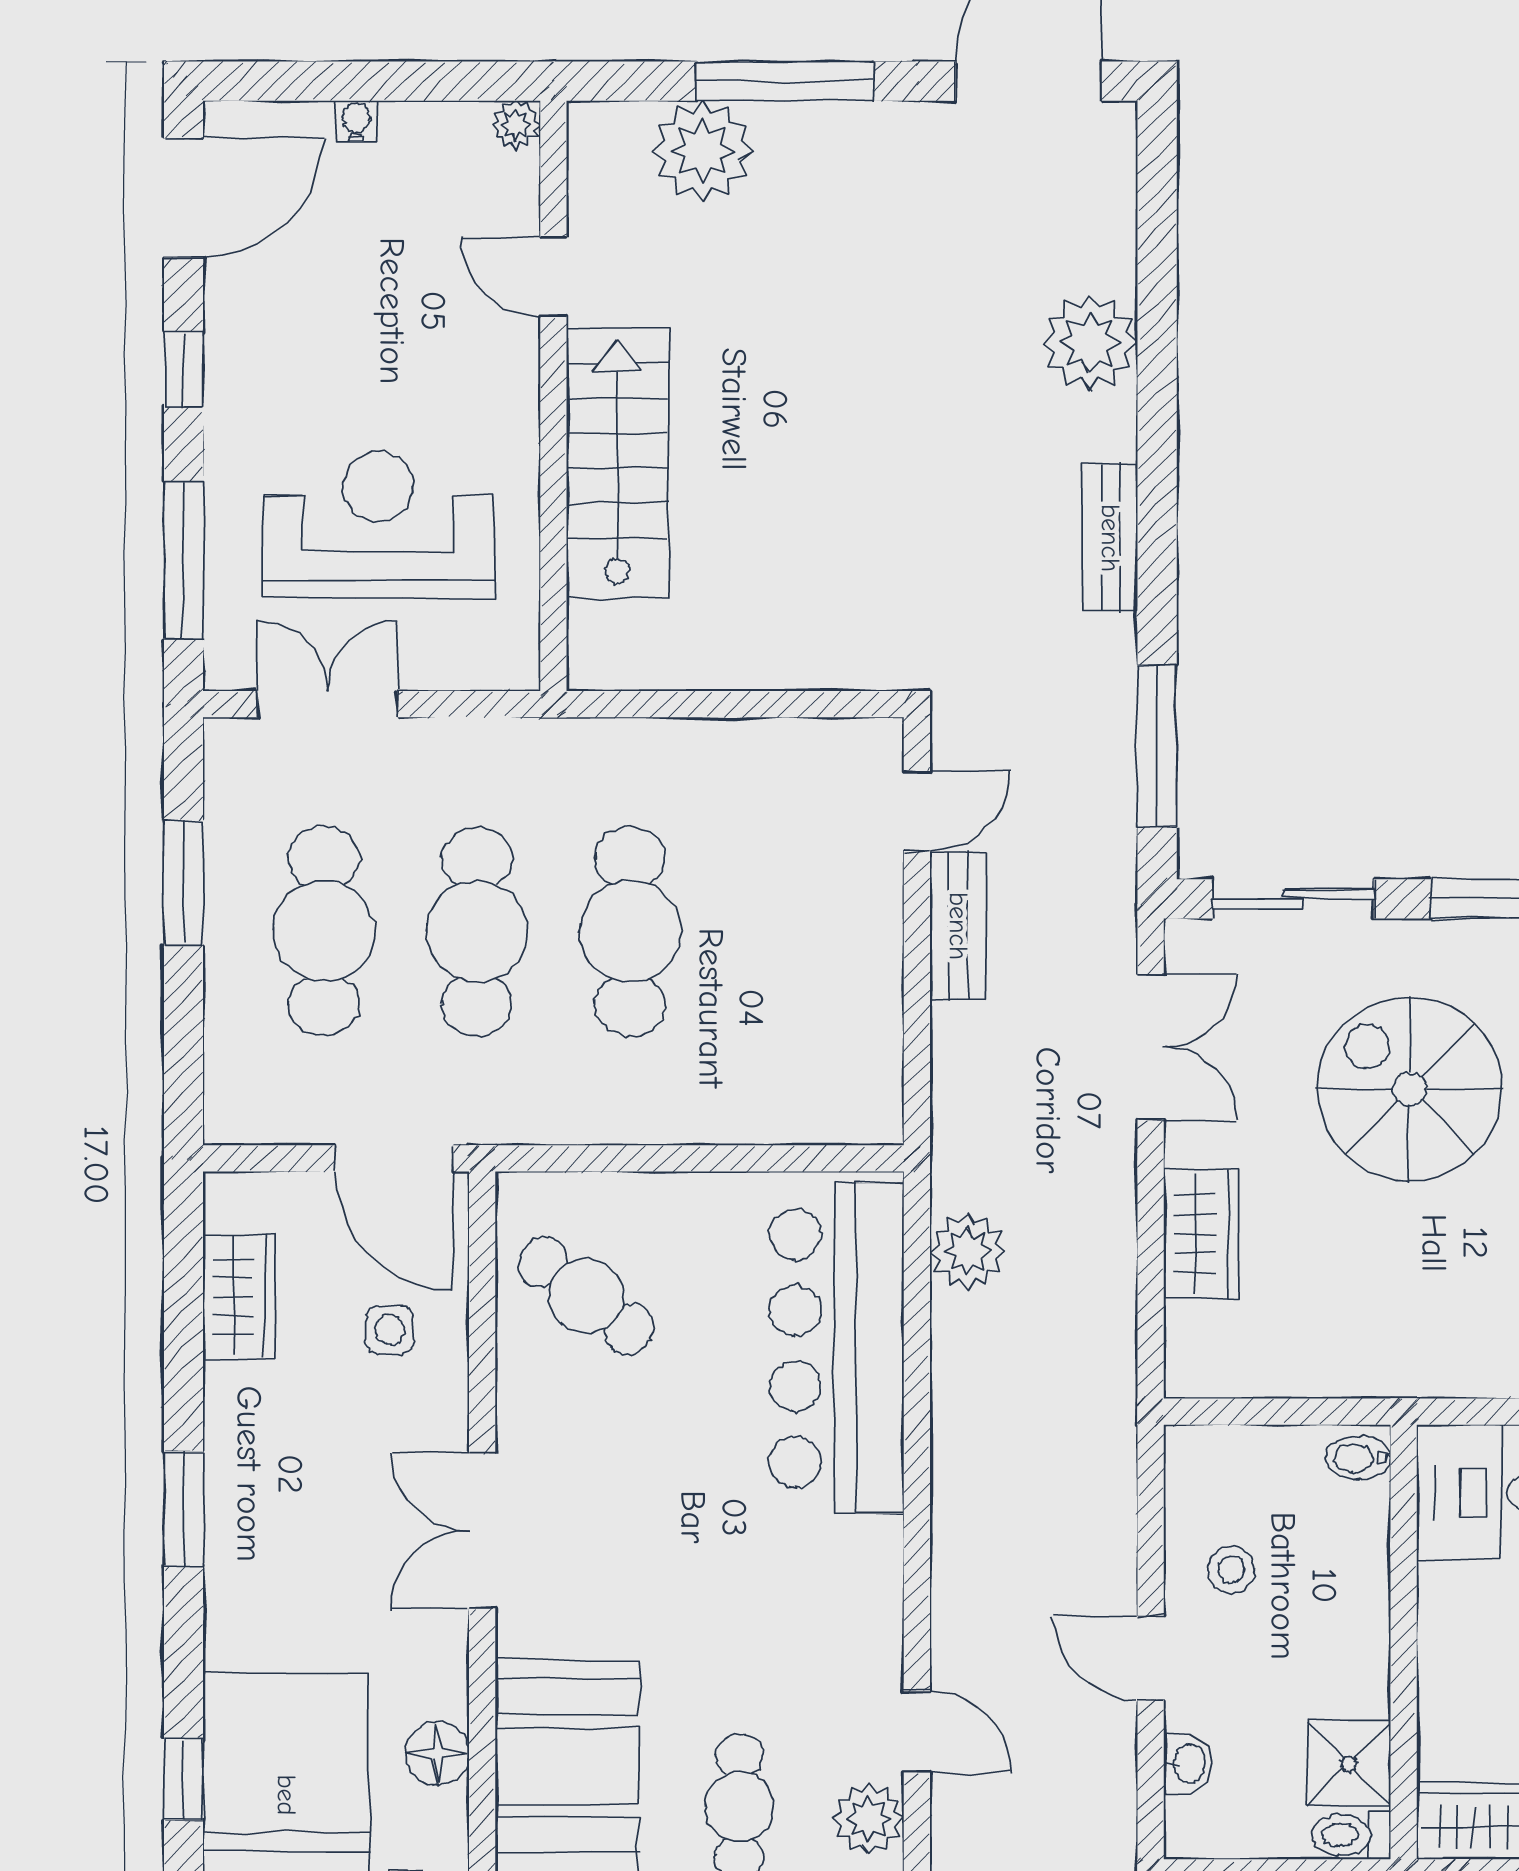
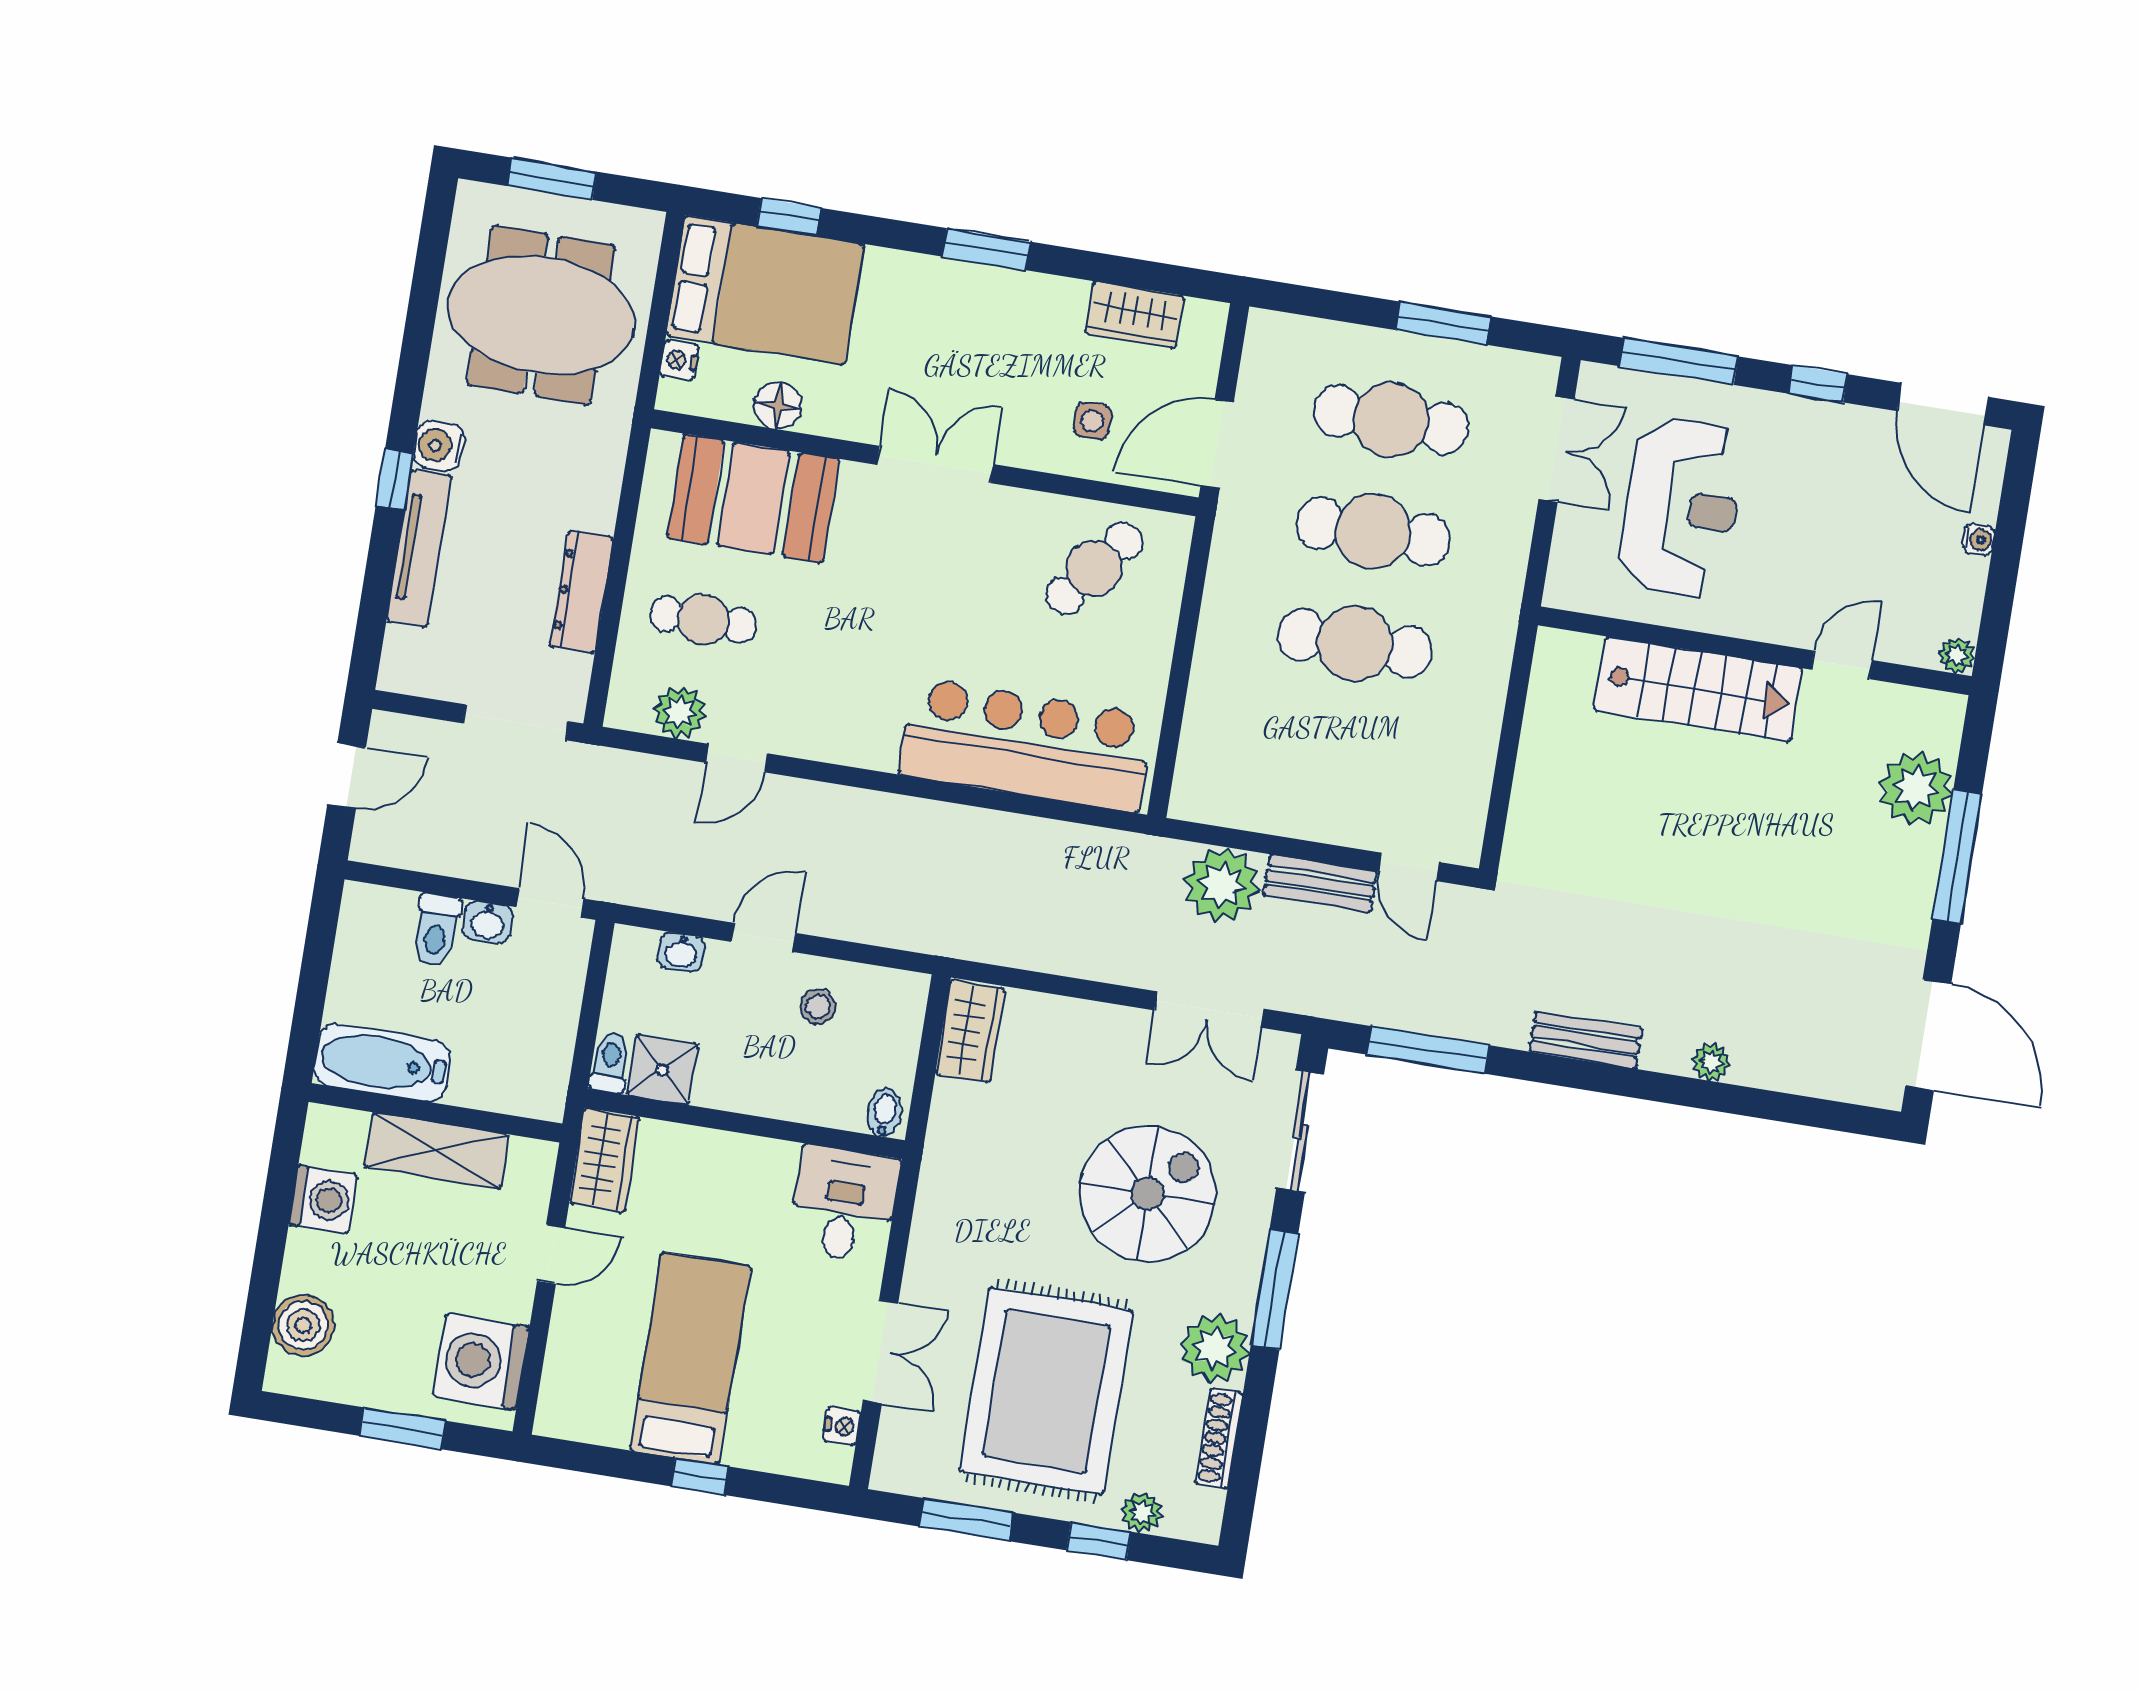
plant: (1089, 343) -> (1711, 1062), width x0.53, depth x0.53
wardrobe: (1201, 1234) -> (970, 1031), moved, turned -90
plant: (968, 1251) -> (1222, 885), moved, width x1.36, depth x1.36

